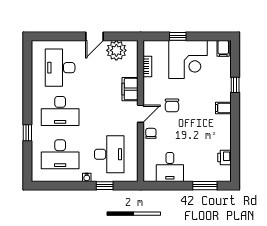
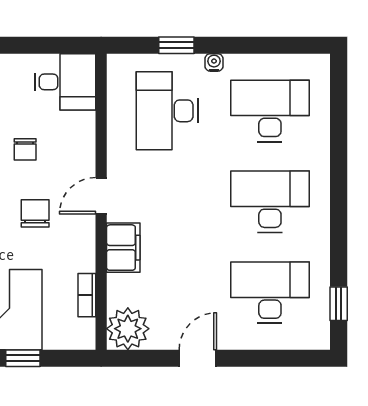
plant: (116, 50) -> (128, 329), moved
desk: (60, 68) -> (270, 293), turned -90
window: (27, 133) -> (339, 304), moved
chair: (151, 133) -> (25, 149), moved
desk: (170, 167) -> (65, 82), moved, turned 90

